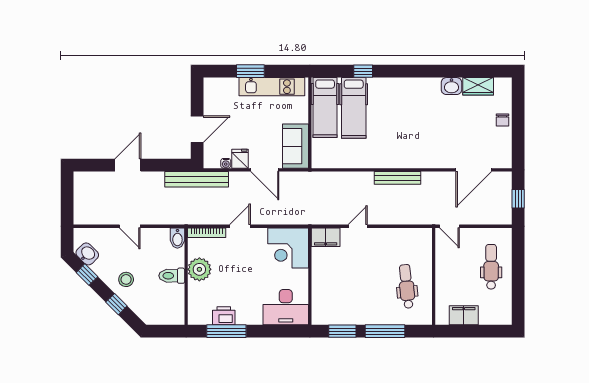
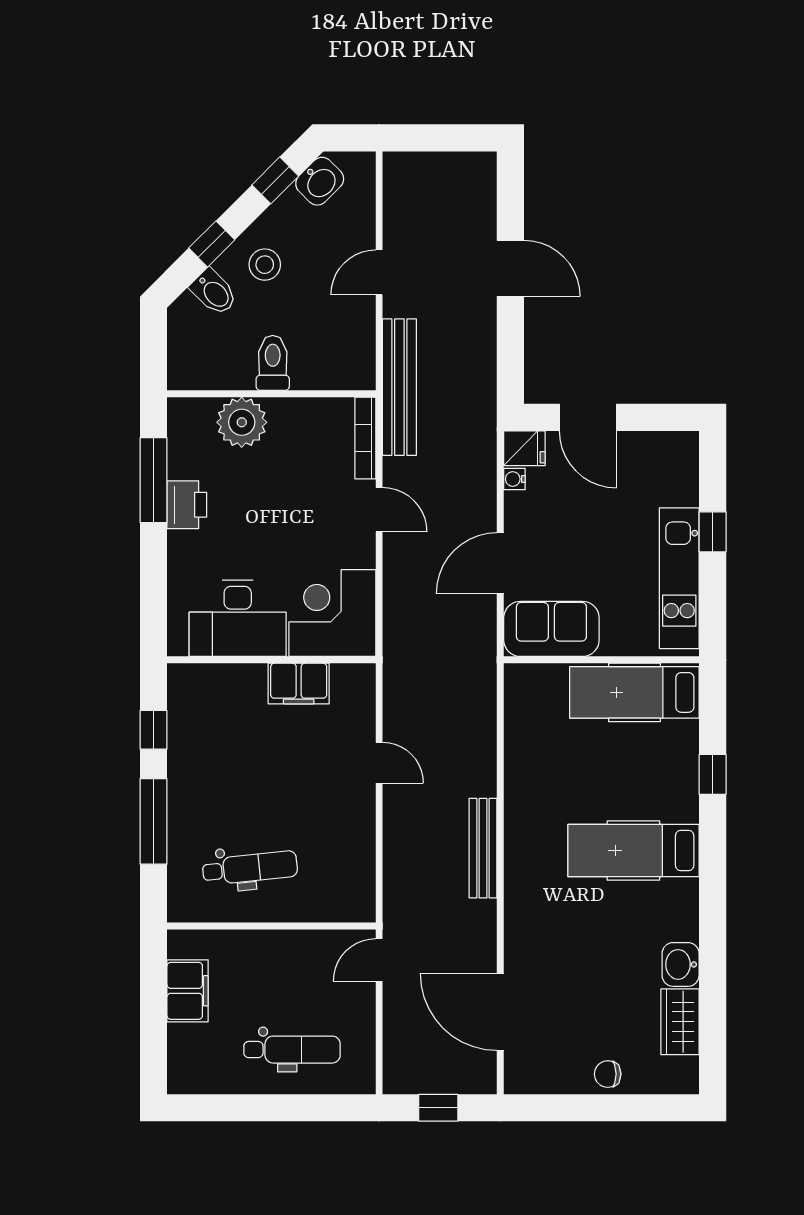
window: (250, 71) -> (713, 532), width x0.67
hospital bed: (354, 108) -> (633, 851), moved
fridge: (240, 159) -> (524, 448), moved
bench: (197, 179) -> (399, 387), moved
filing cabinet: (326, 237) -> (299, 684), moved, turned -90
bidet: (177, 238) -> (214, 292), moved, turned -135
plant: (199, 269) -> (242, 422), moved
desk: (286, 307) -> (238, 618), moved, turned -90
printer: (224, 316) -> (187, 505), moved
window: (342, 331) -> (153, 730), width x0.67

